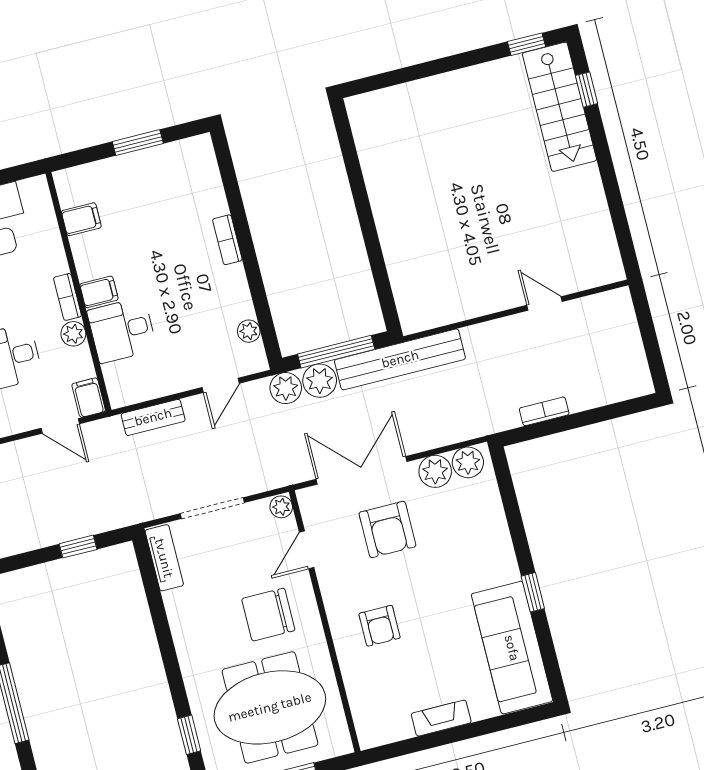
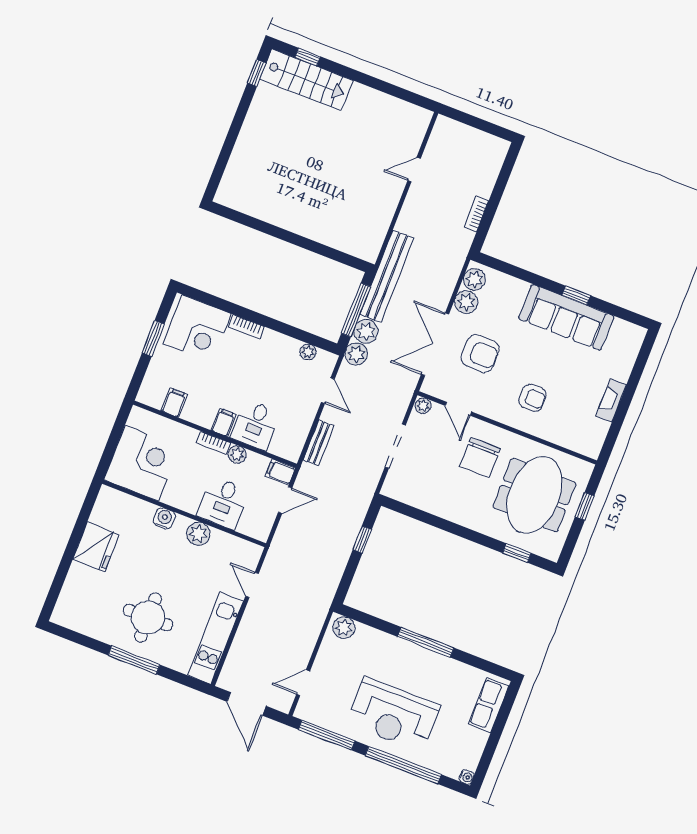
corner desk: (185, 185) -> (197, 329), added
tv unit: (164, 558) -> (404, 494), removed
sofa: (512, 648) -> (566, 317), moved

